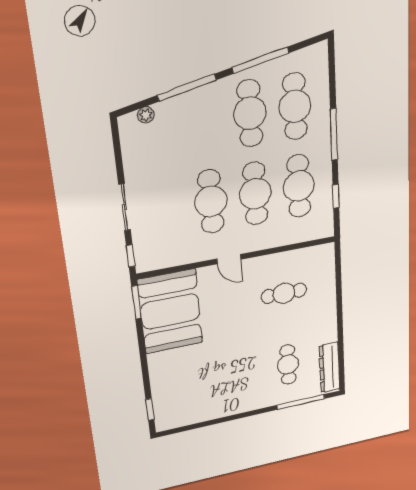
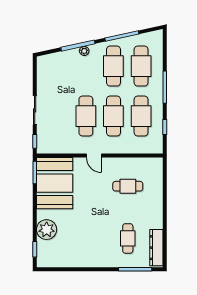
plant: (146, 115) -> (84, 51), moved
plant: (165, 379) -> (47, 230), added

